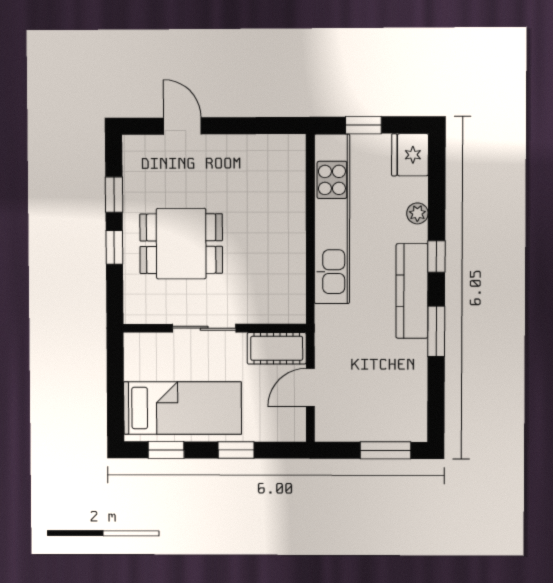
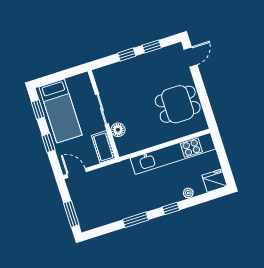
window: (363, 125) -> (222, 154), removed
door: (182, 126) -> (191, 57), moved
dining table: (181, 244) -> (178, 104), moved, turned 90
kitchen counter: (412, 291) -> (151, 202), removed
floor lamp: (253, 310) -> (118, 130), added
door: (310, 388) -> (77, 173), moved

